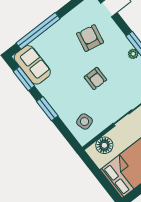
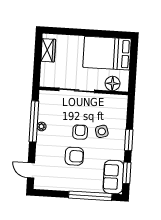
armchair: (90, 38) -> (74, 156), moved, turned -101
side table: (84, 122) -> (102, 131), moved

